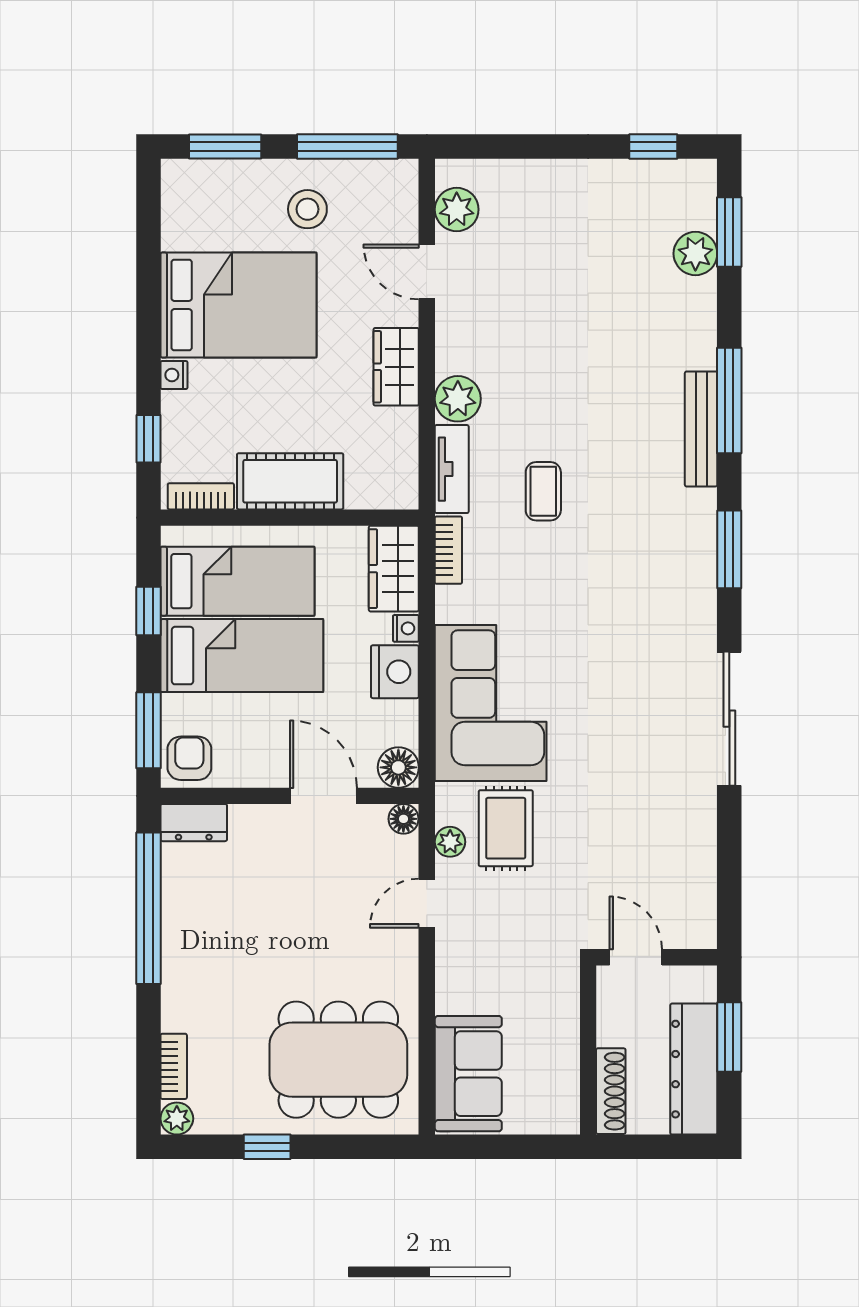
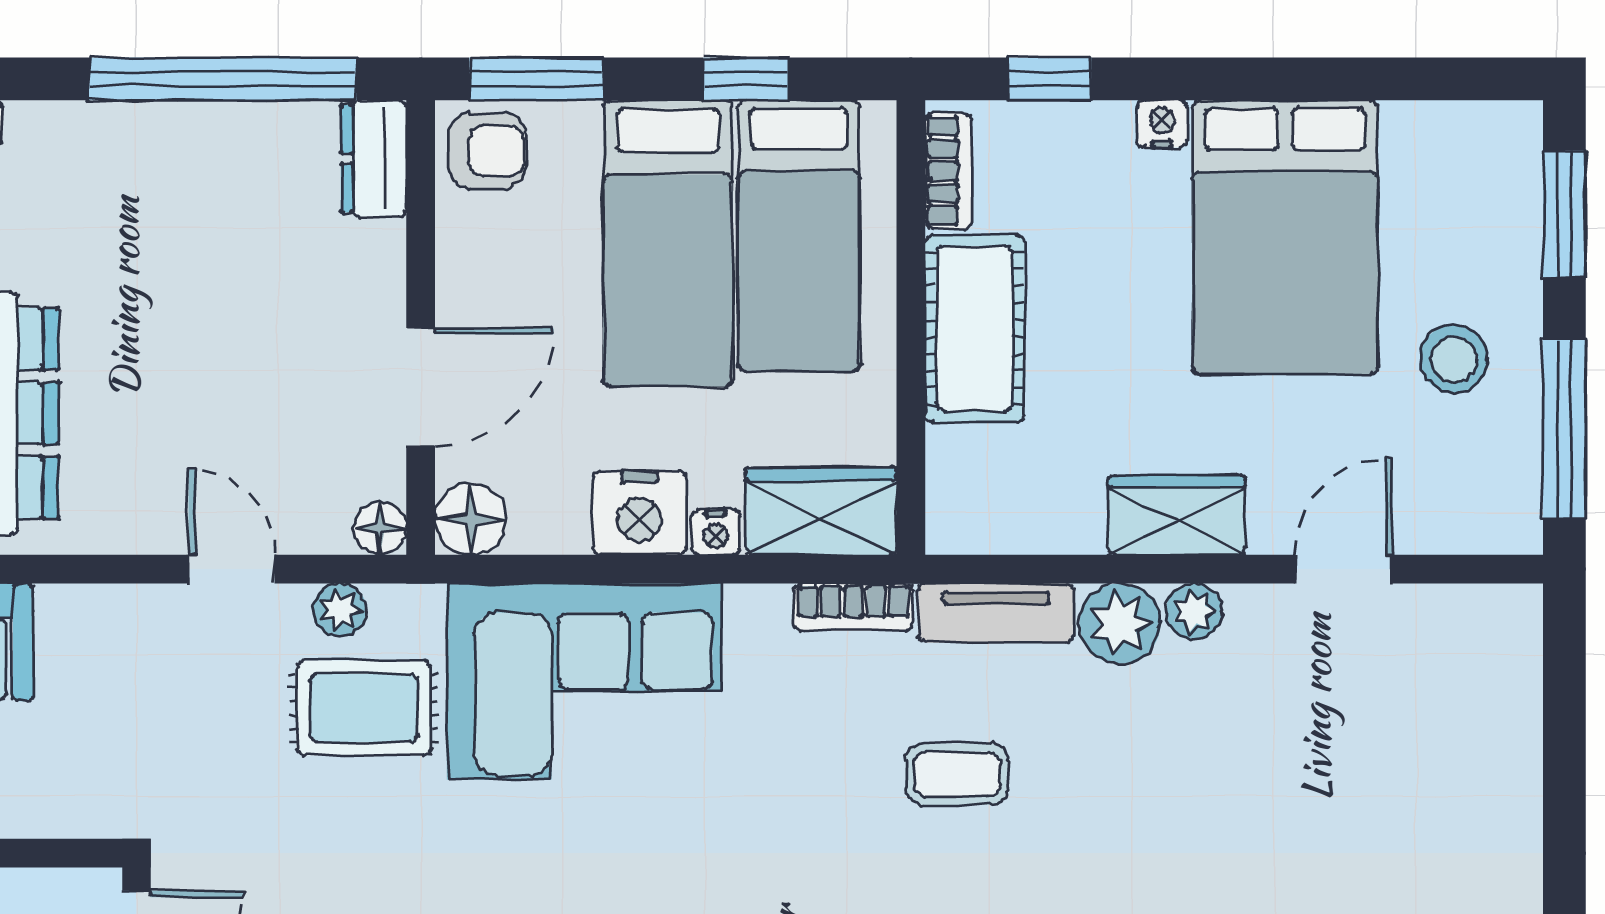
plant: (457, 209) -> (1194, 611), moved, width x0.73, depth x0.73

